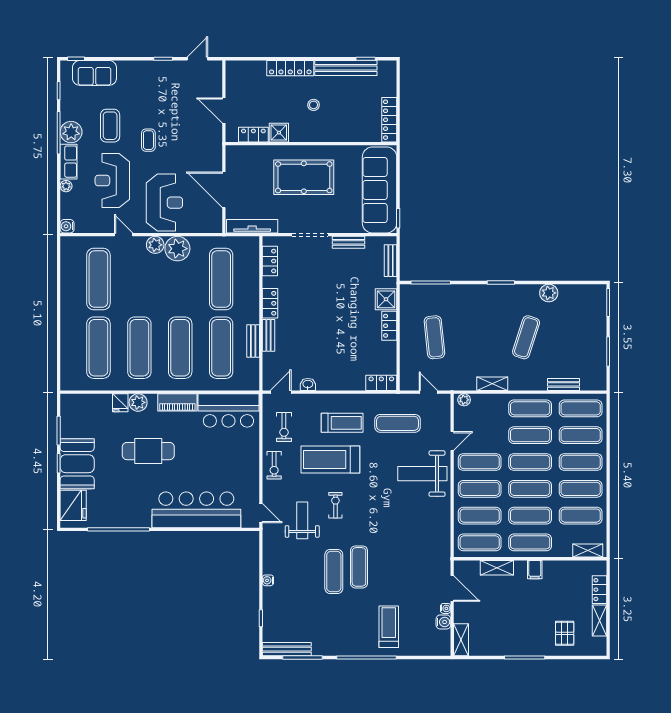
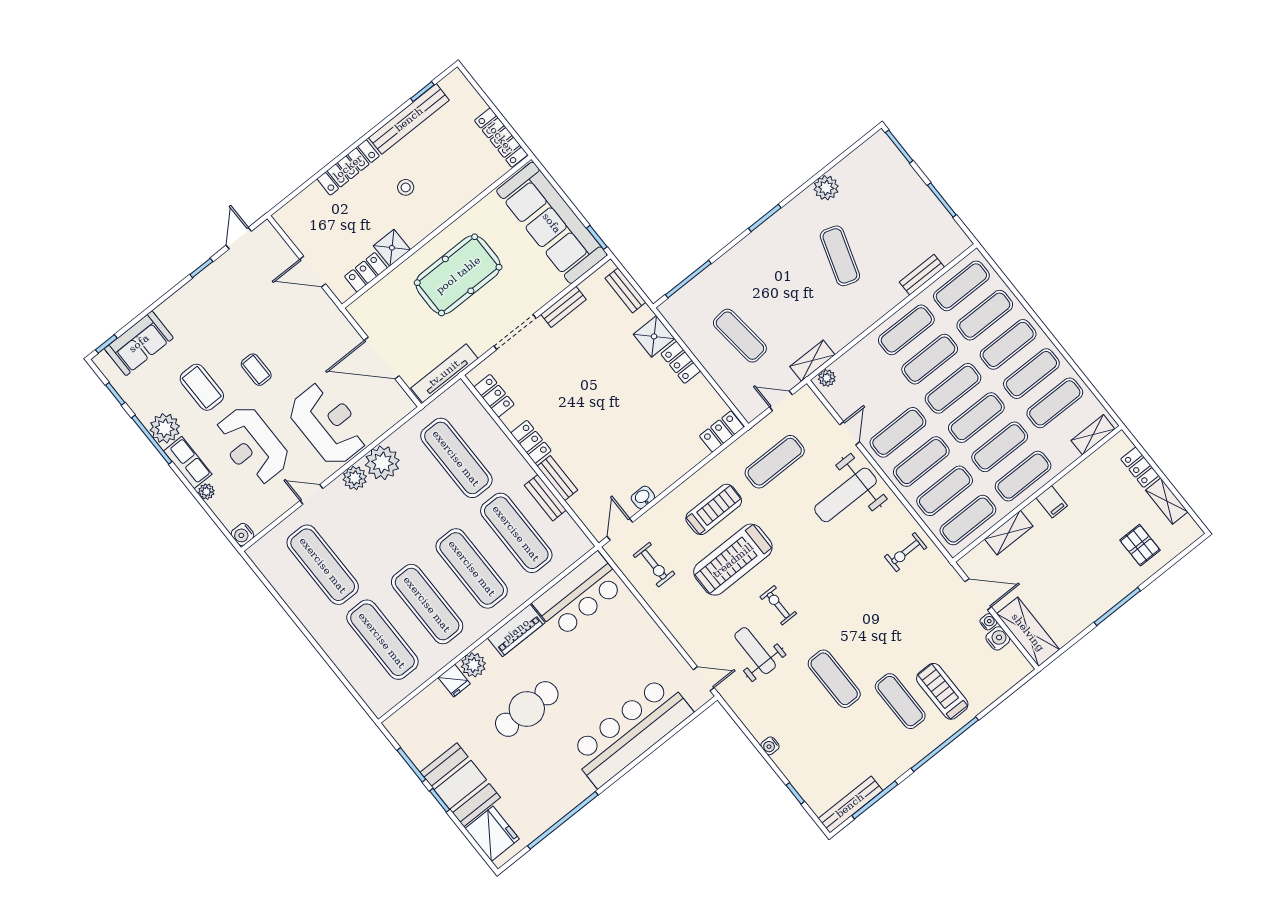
shelving: (492, 384) -> (812, 361), moved
exercise bike: (274, 465) -> (906, 552), moved, turned 90
exercise mat: (359, 567) -> (900, 701), moved
shelving: (461, 640) -> (1028, 632), width x1.50, depth x1.33

